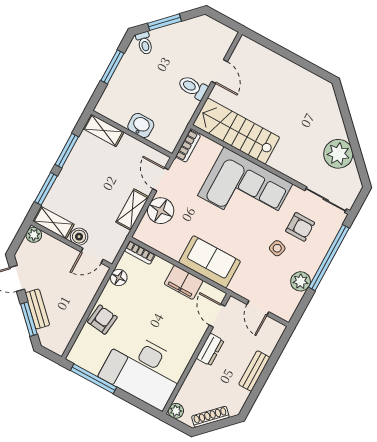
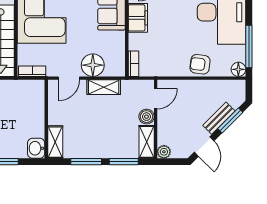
washbasin: (141, 126) -> (36, 148), moved
door: (92, 256) -> (156, 99), hinge flipped
floor lamp: (119, 277) -> (238, 69), moved

